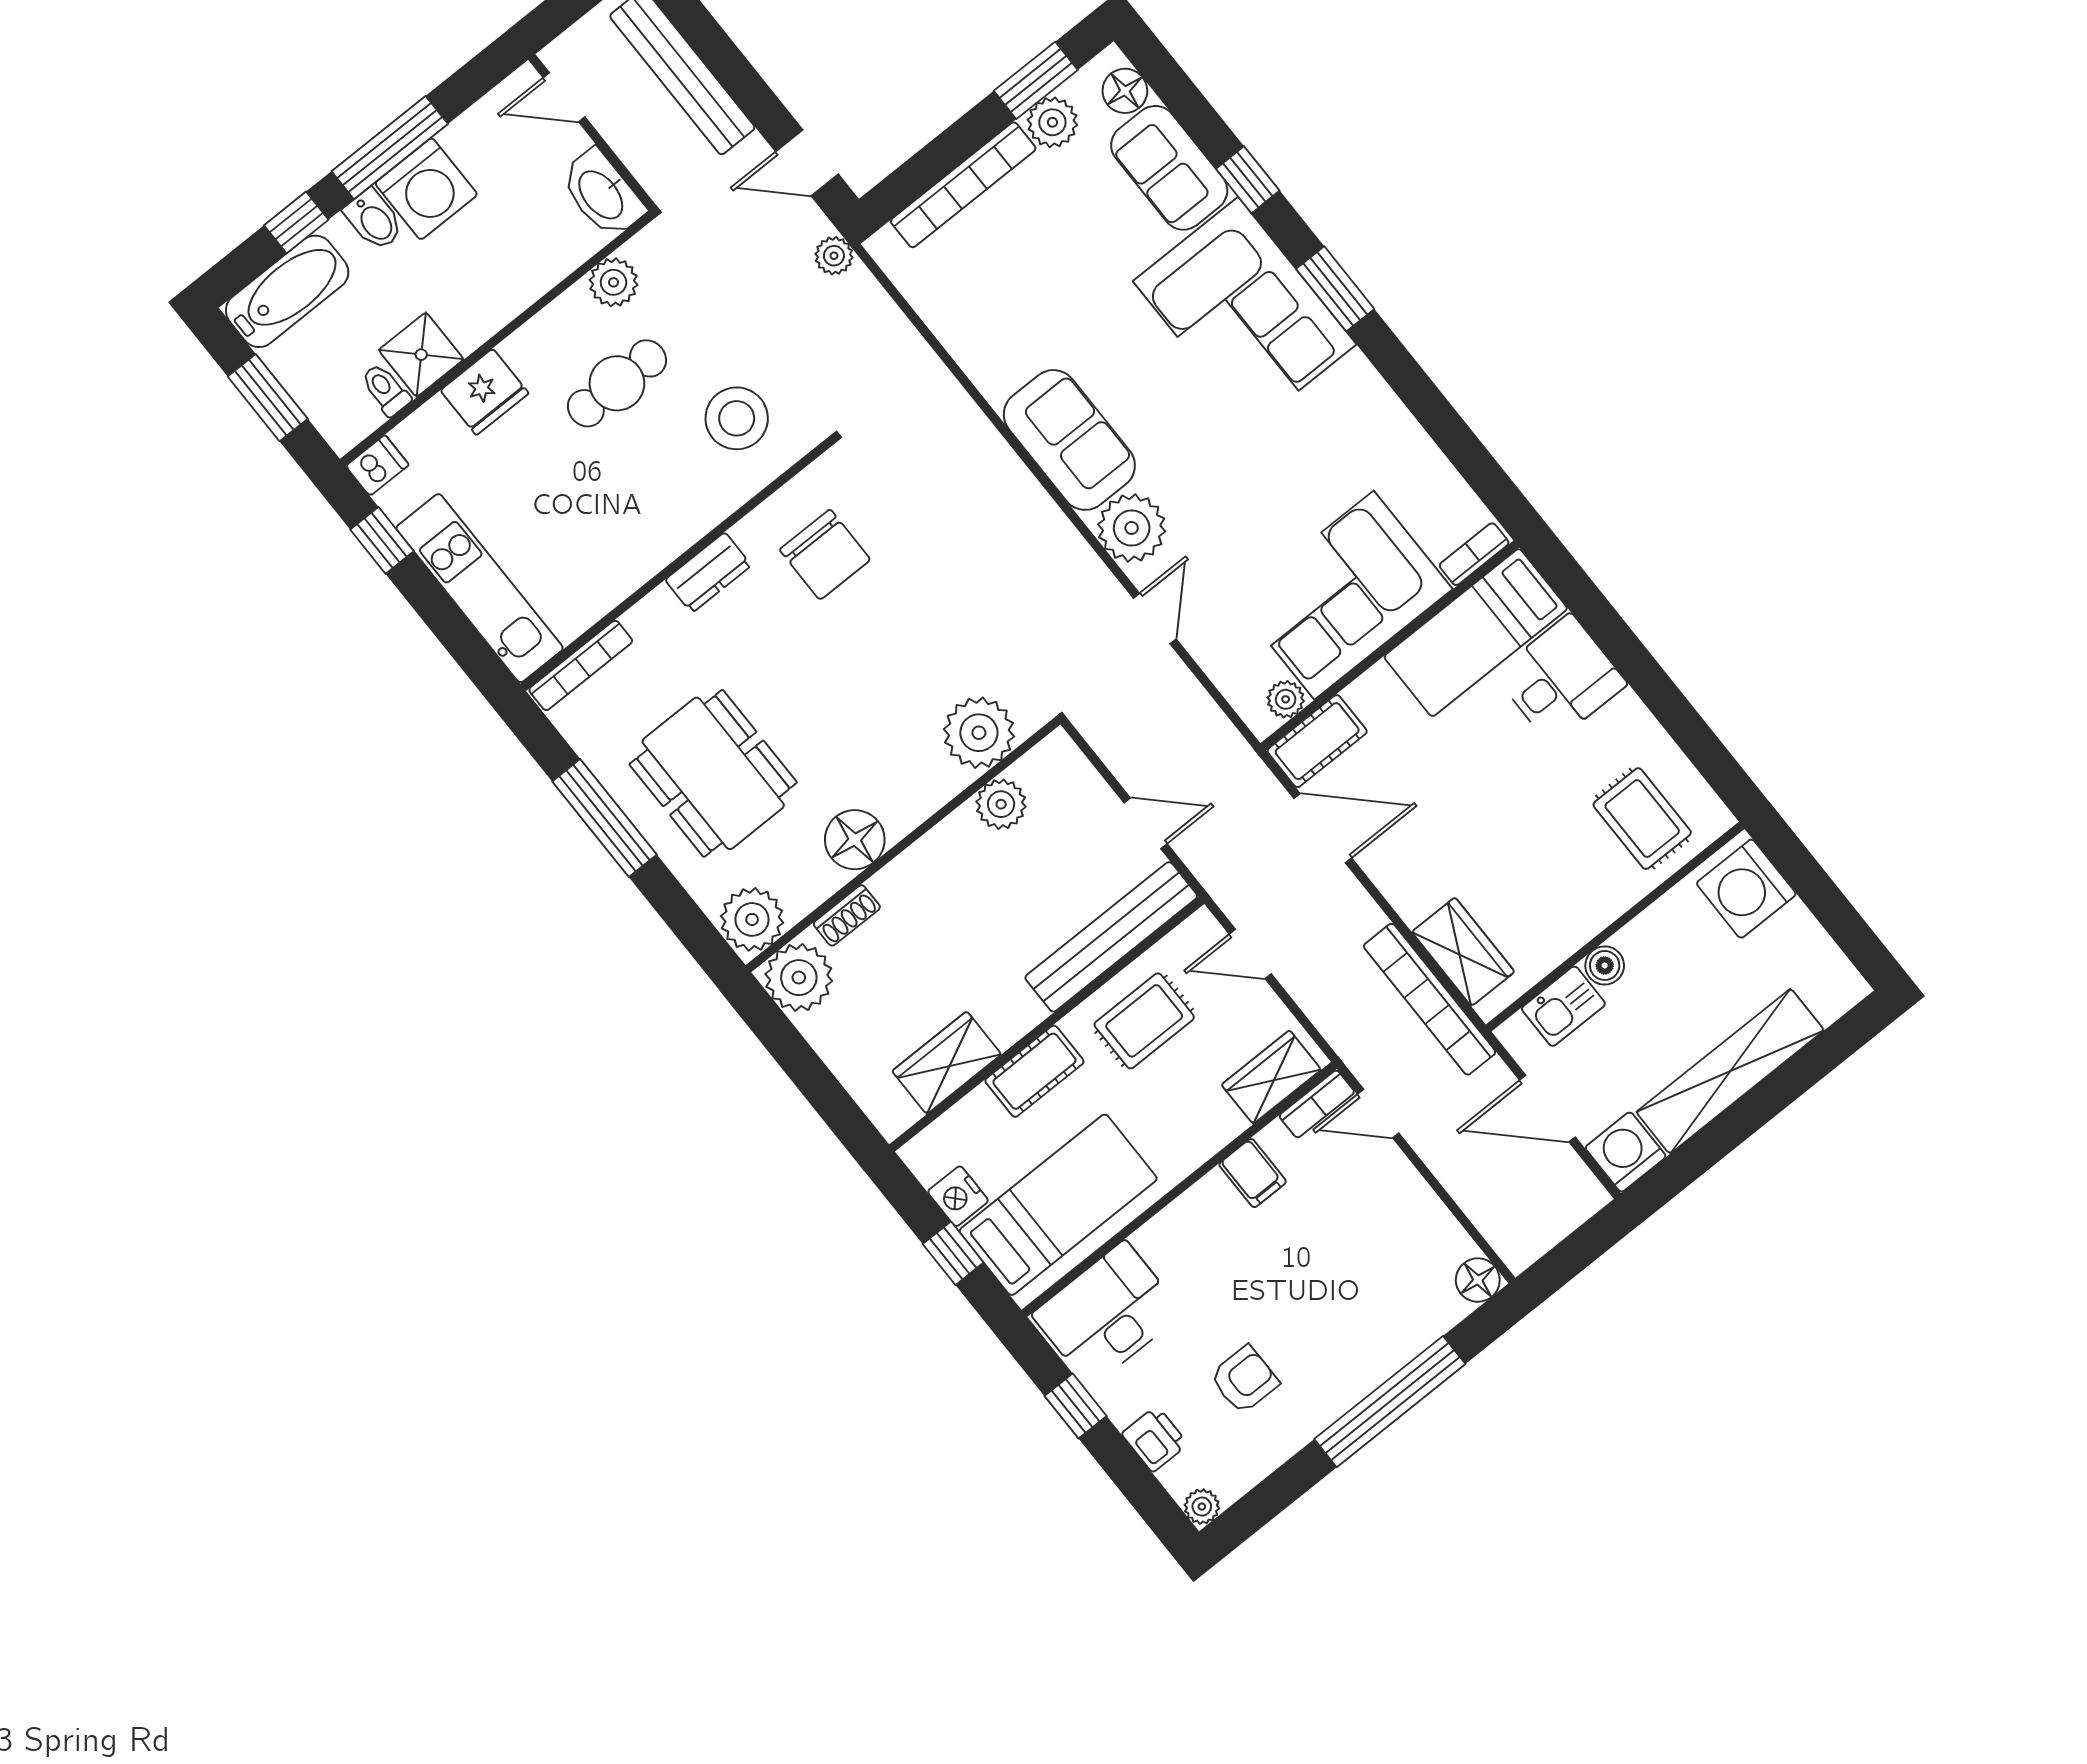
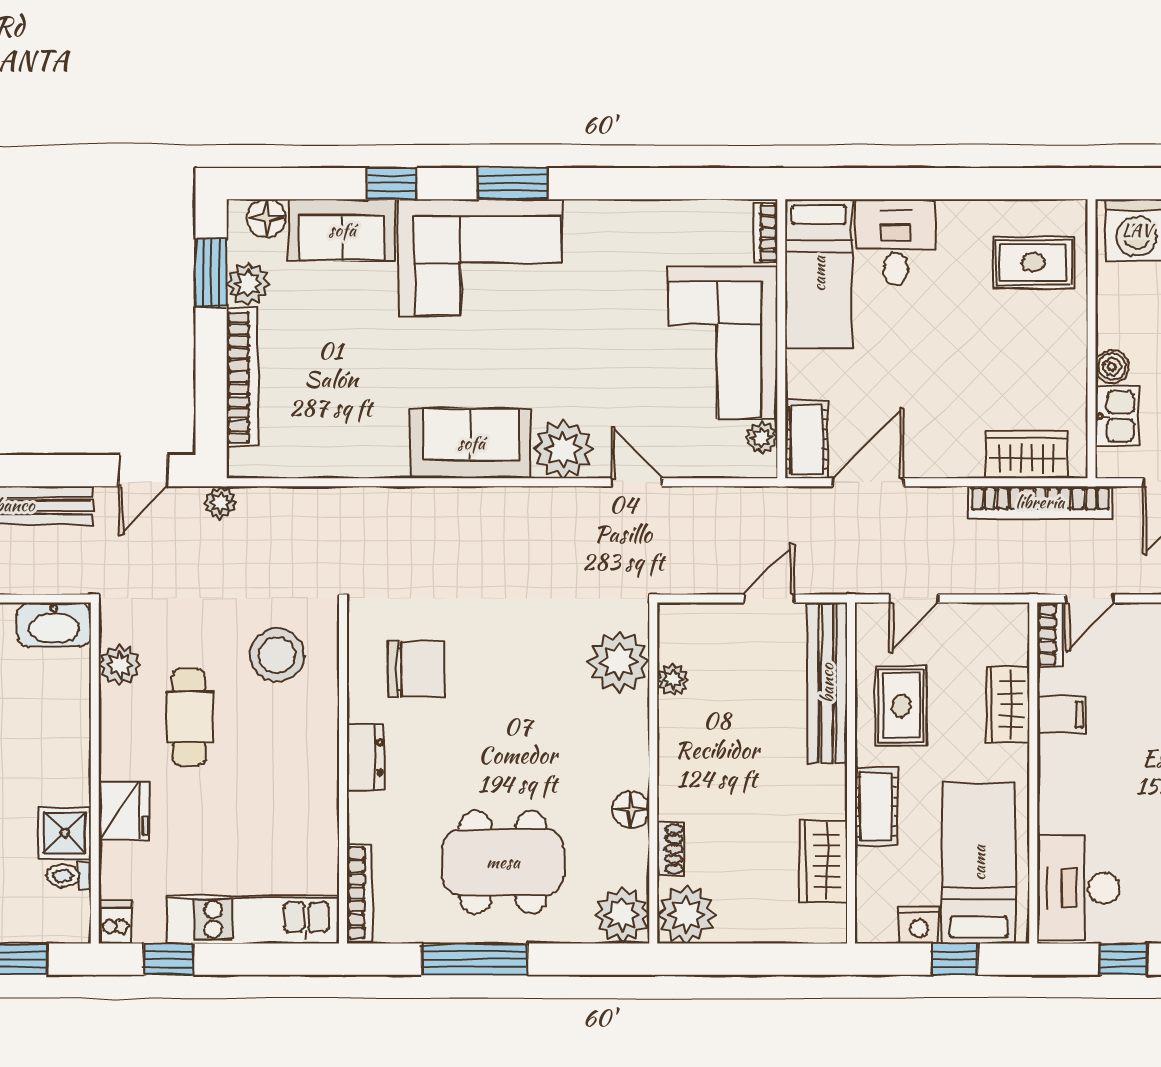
plant: (1001, 804) -> (673, 679), width x0.73, depth x0.73
floor lamp: (855, 840) -> (631, 810), width x0.73, depth x0.73
wardrobe: (1271, 1077) -> (1008, 704), moved

